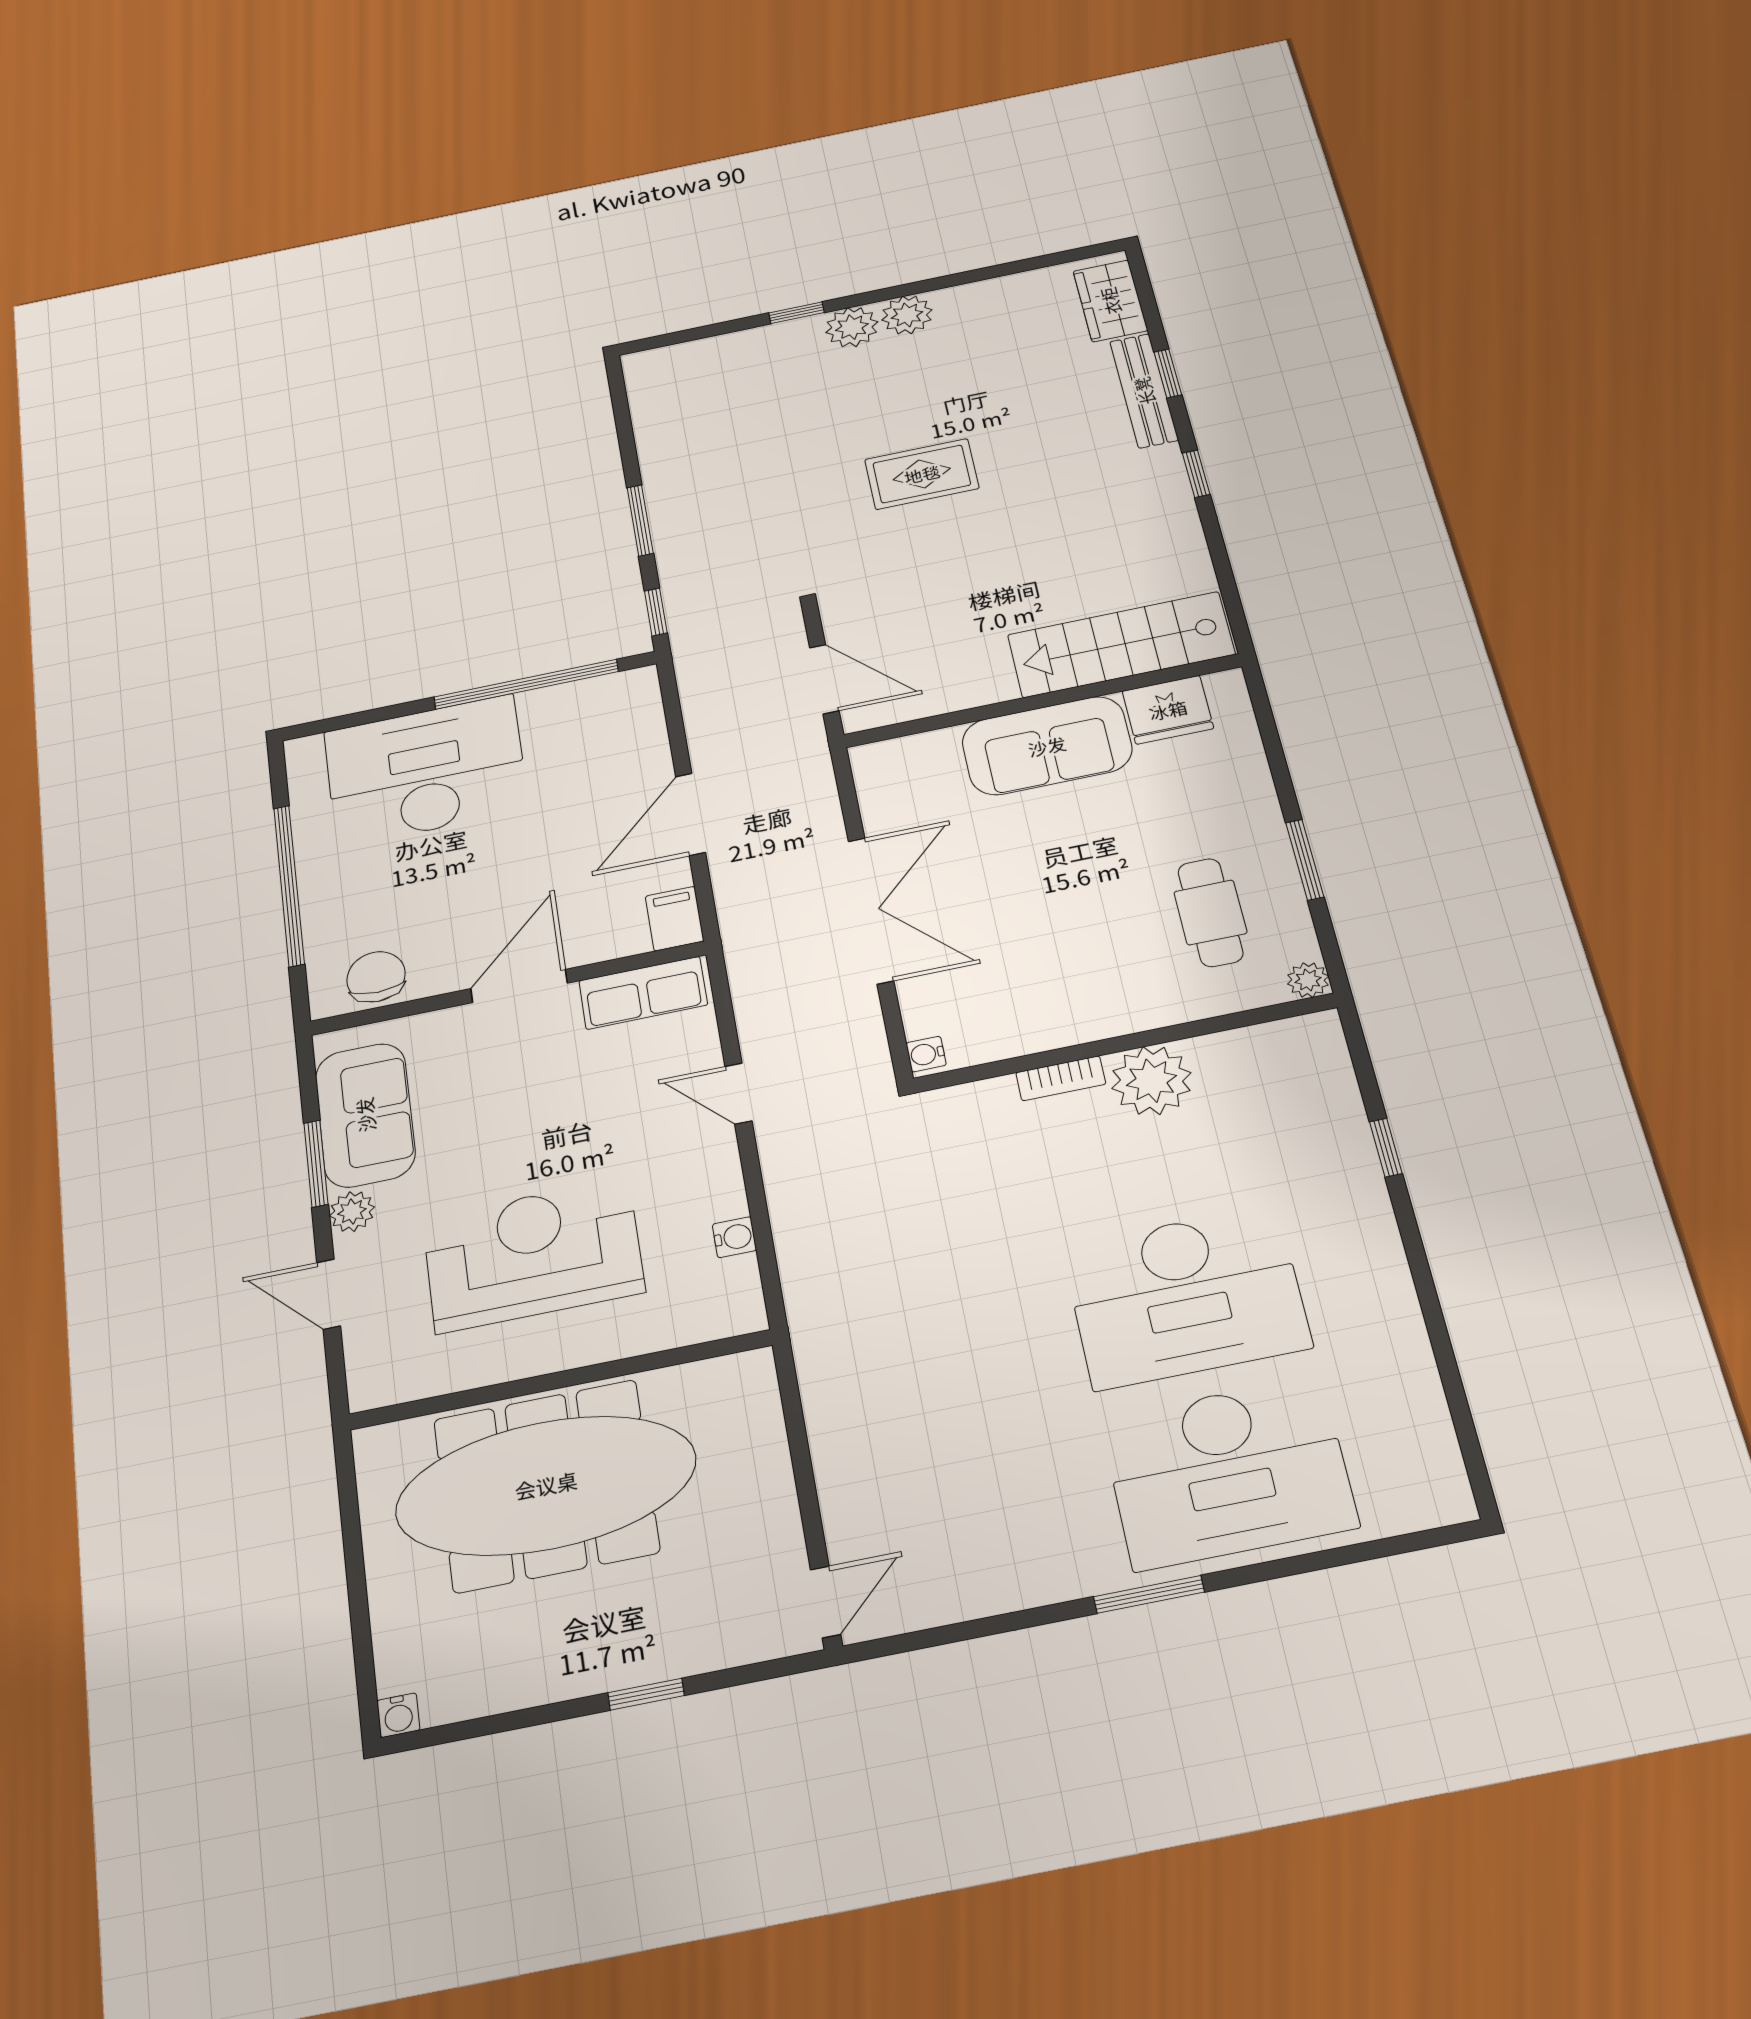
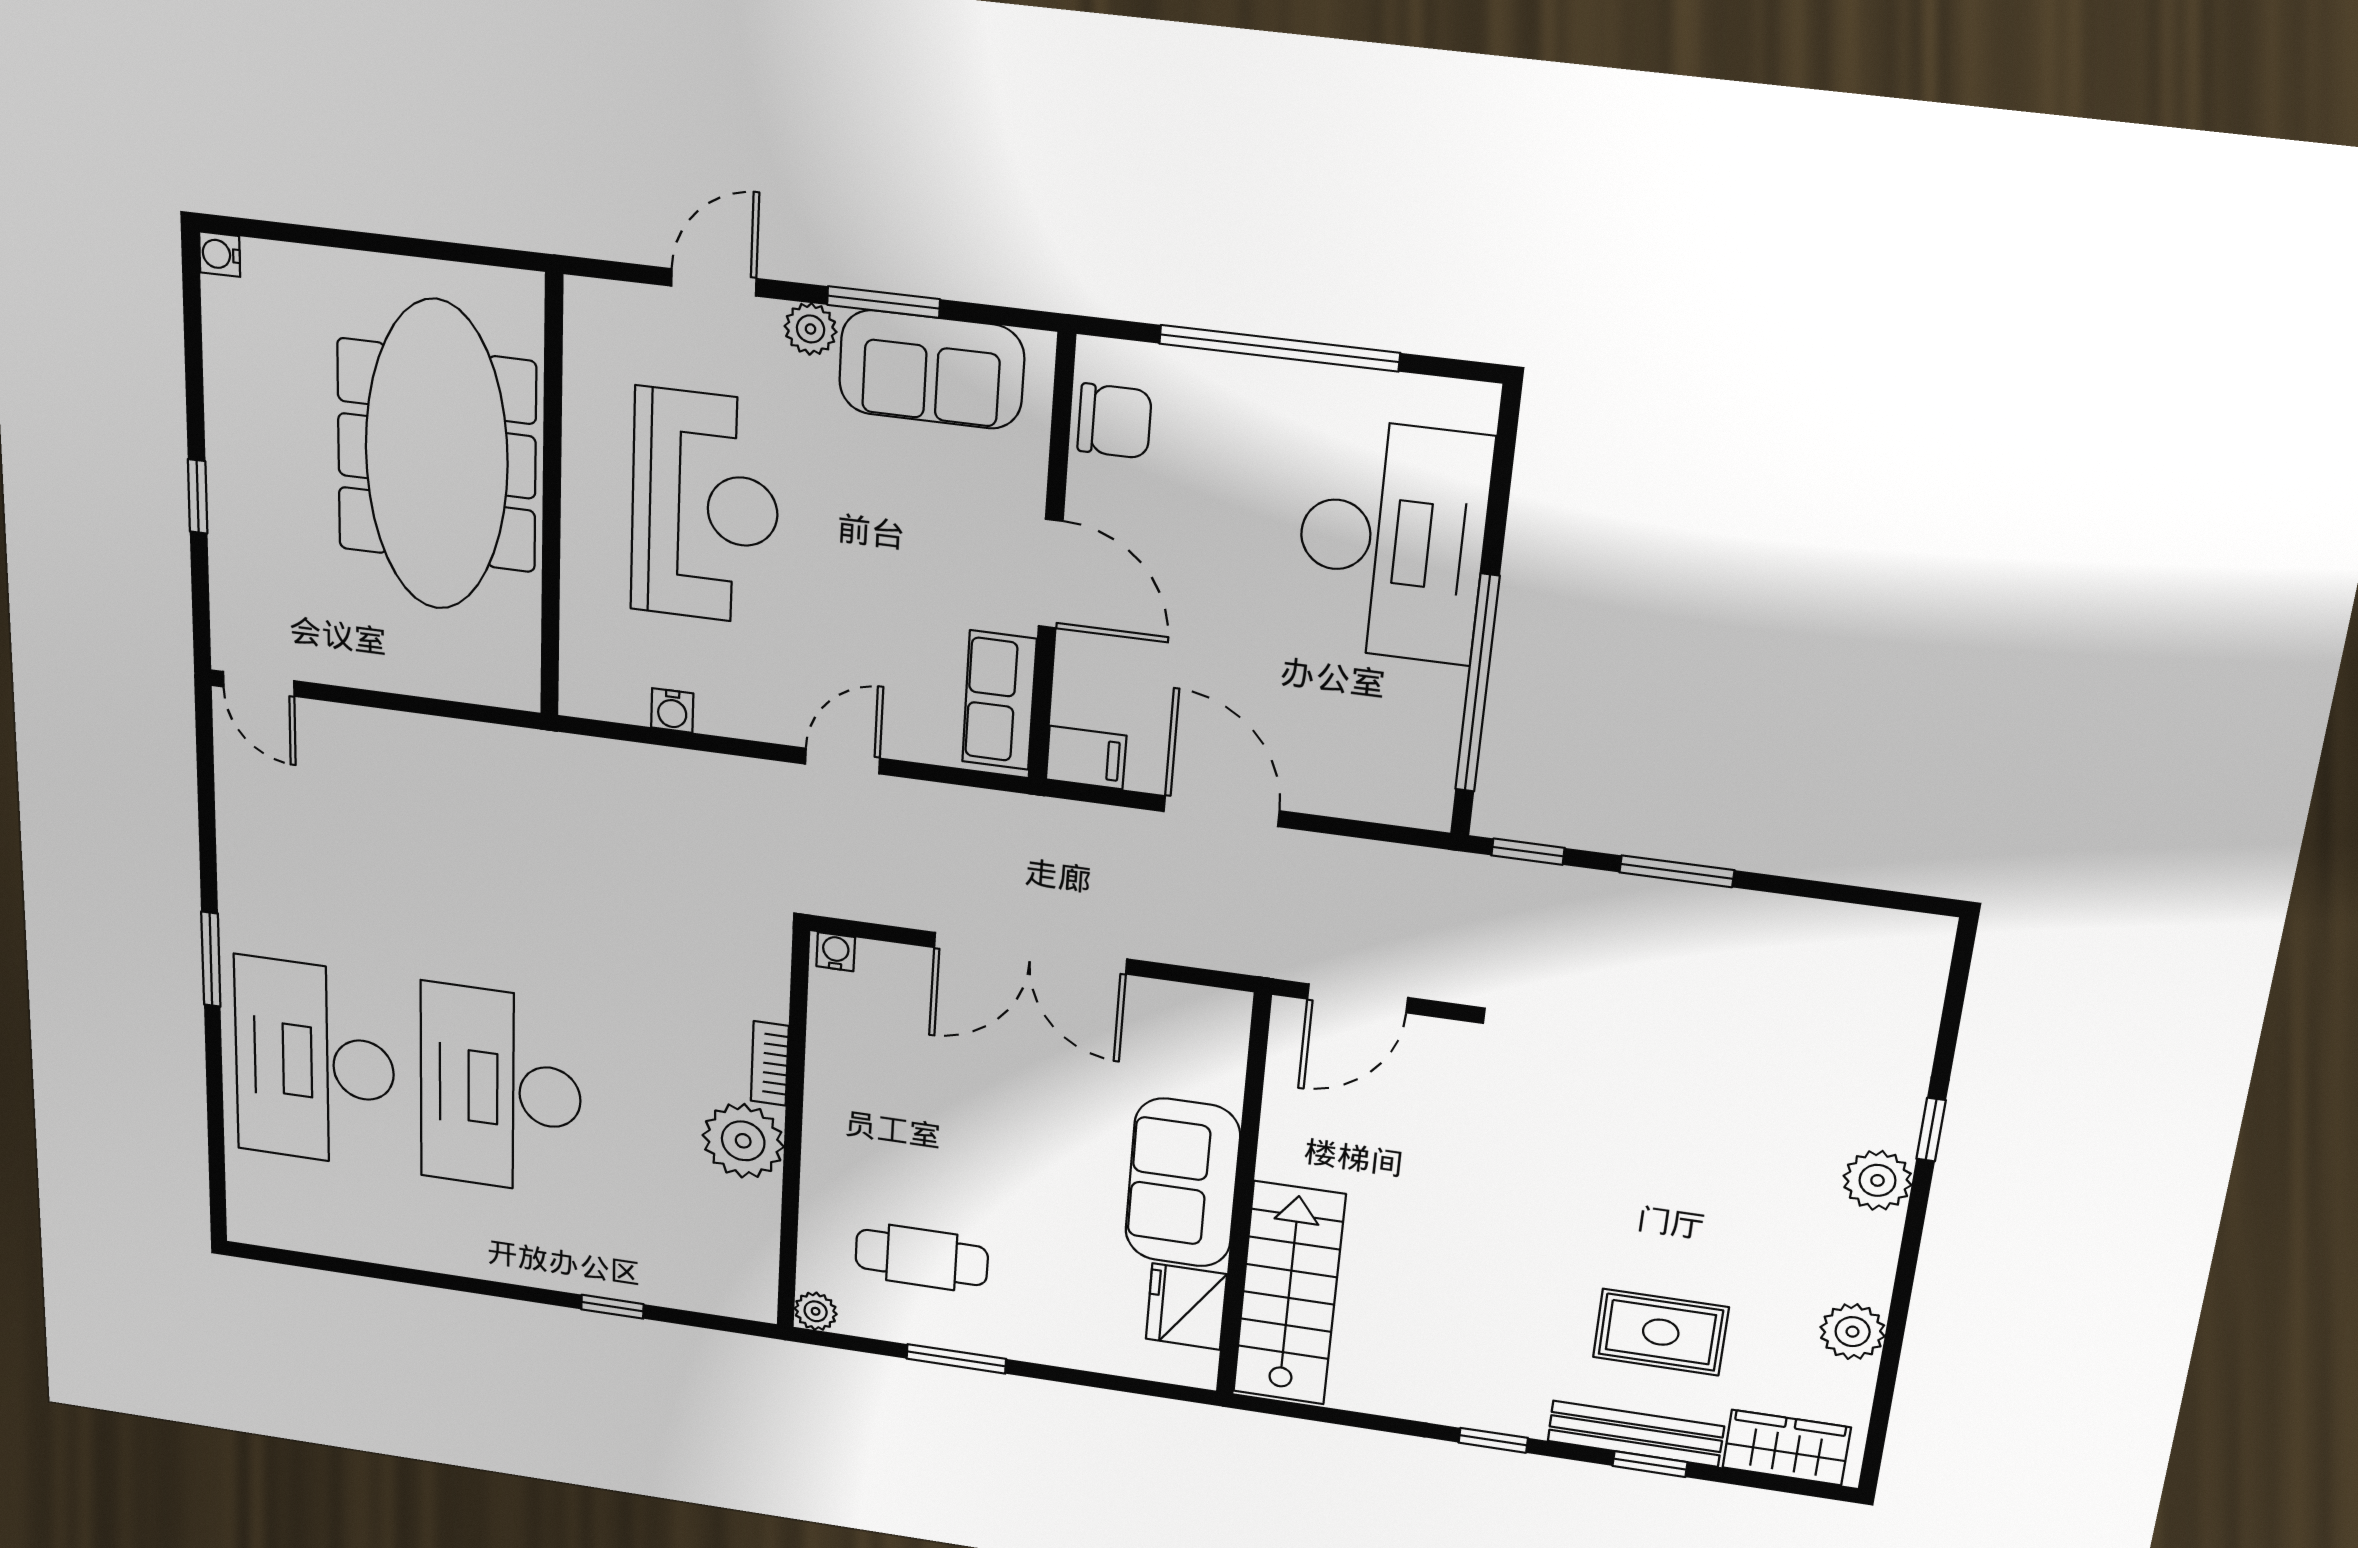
plant: (907, 315) -> (1853, 1332), moved
rug: (922, 474) -> (1661, 1332), moved, turned 90

